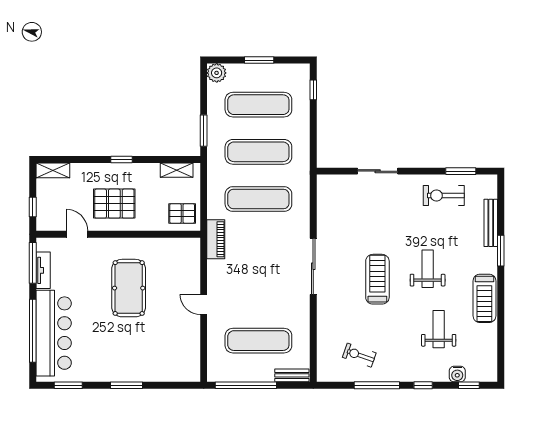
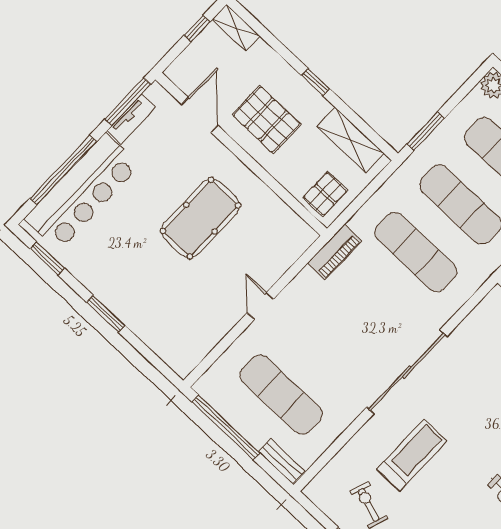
shelving: (177, 170) -> (350, 140), width x1.50, depth x1.33
window: (33, 207) -> (197, 28), moved
pallet: (182, 213) -> (325, 194), turned 90
door: (77, 234) -> (200, 115), width x1.38
sliding door: (313, 266) -> (407, 372), width x1.36
treadmill: (377, 279) -> (412, 455), moved

